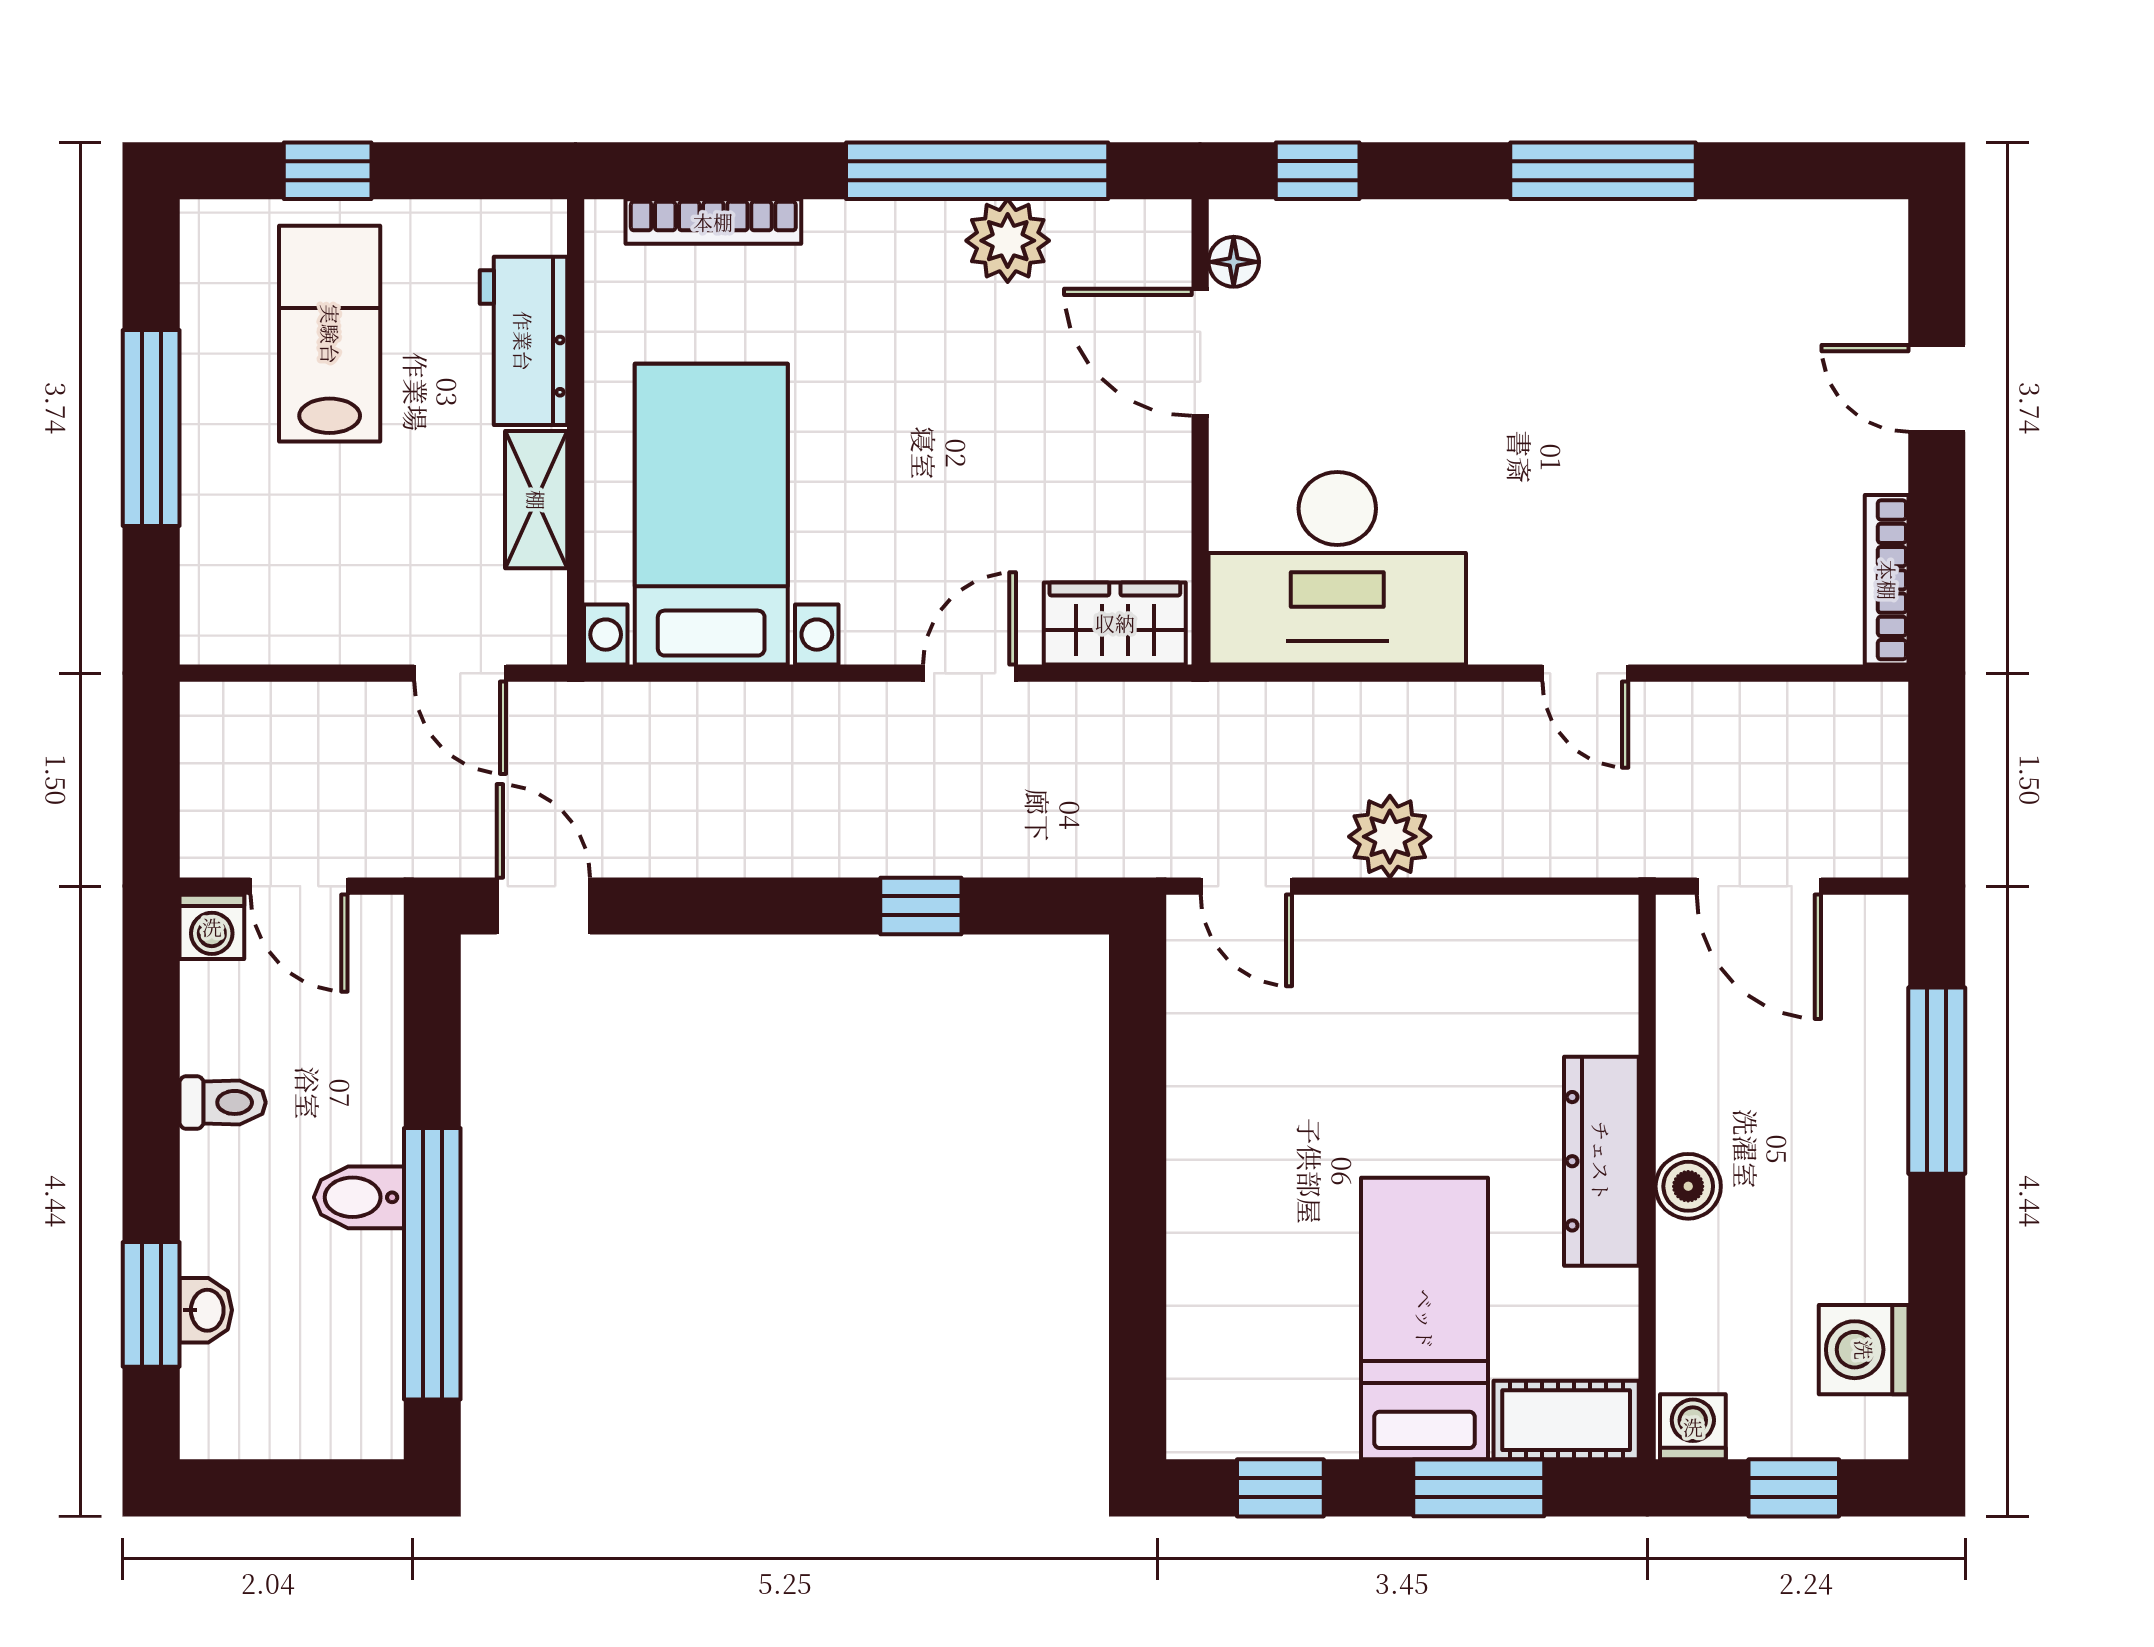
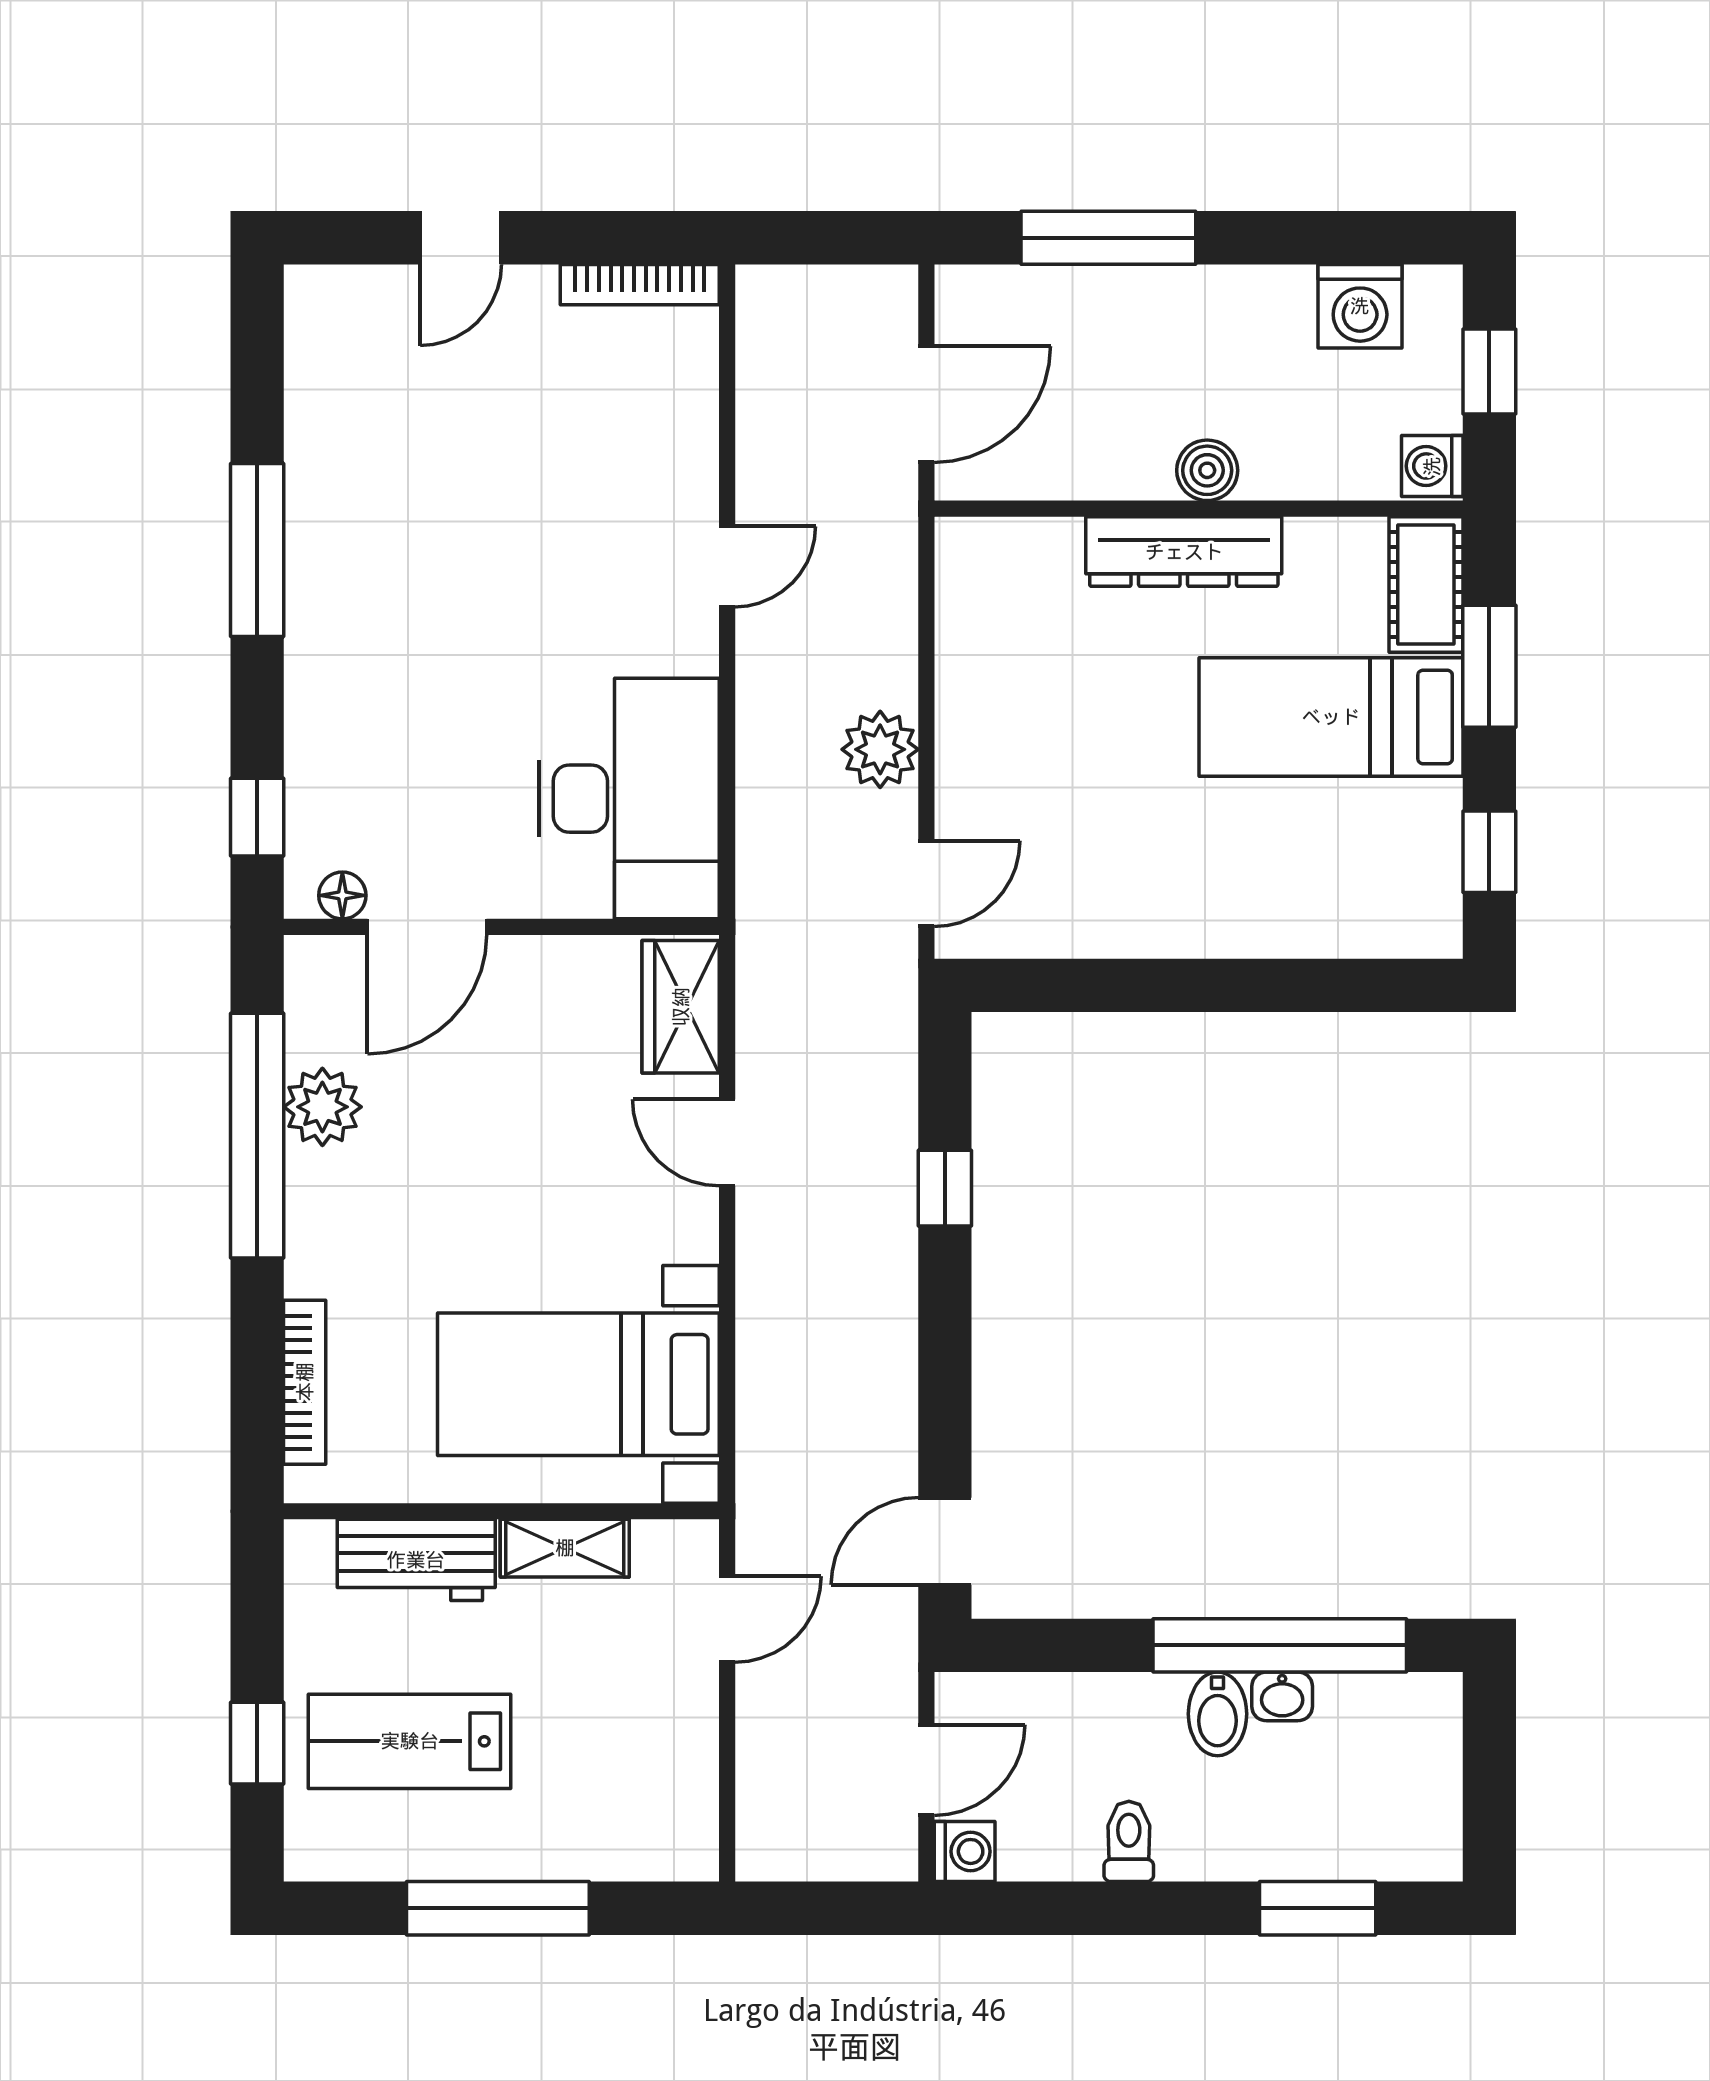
washbasin: (206, 1310) -> (1282, 1696), moved, turned 180

